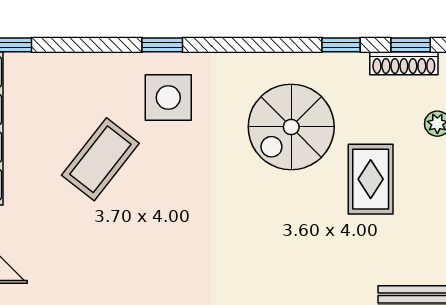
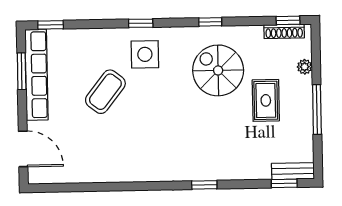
window: (341, 45) -> (210, 22), moved
spiral stairs: (291, 127) -> (218, 70), turned 90

